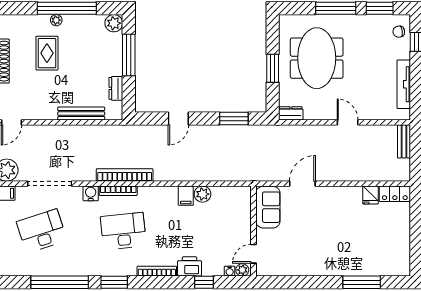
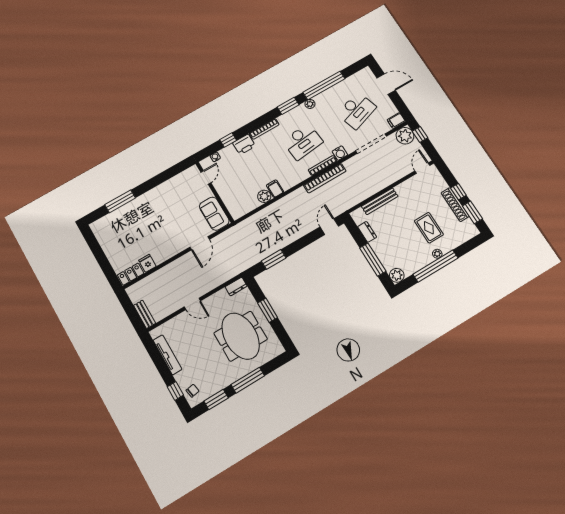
door: (178, 119) -> (329, 227), moved
plant: (242, 270) -> (310, 104), moved

